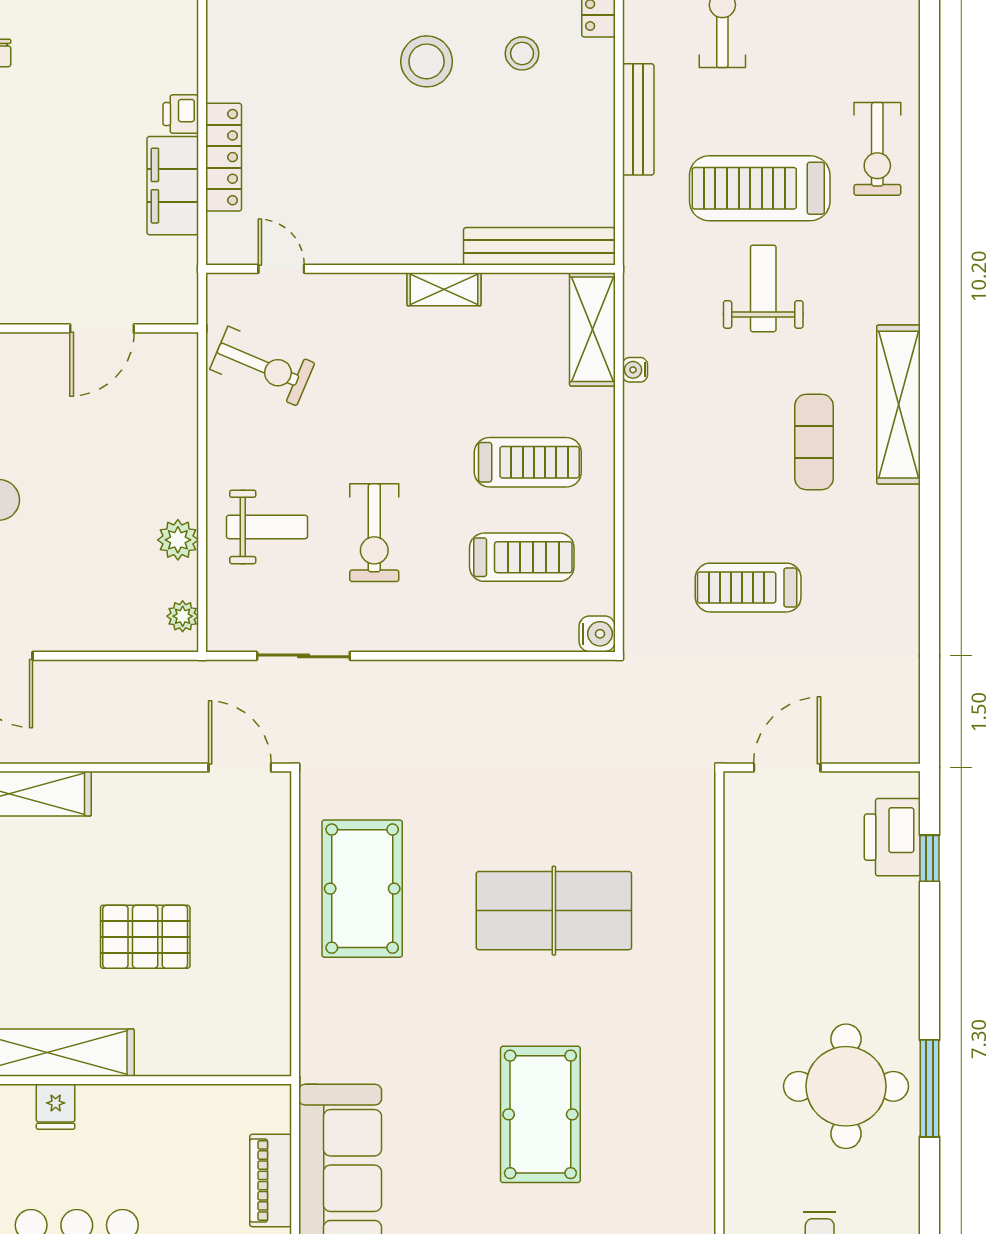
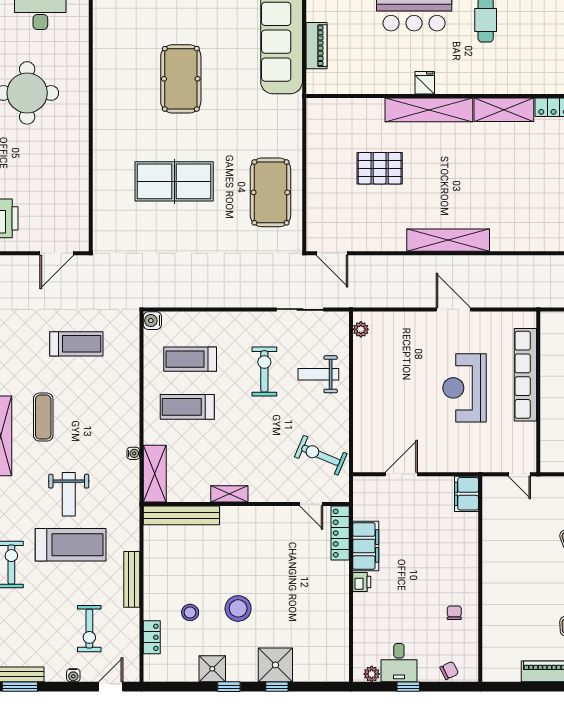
locker: (224, 157) -> (340, 533), moved
plant: (178, 540) -> (363, 368), removed

